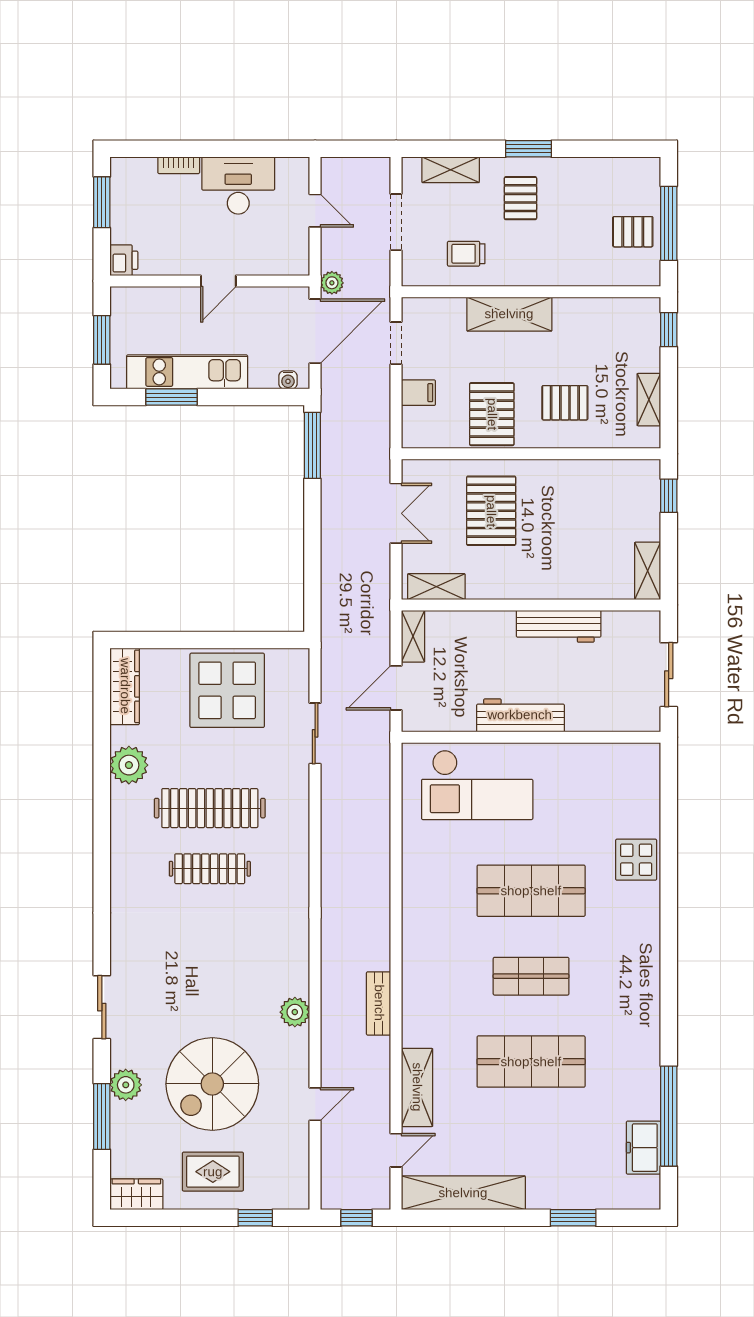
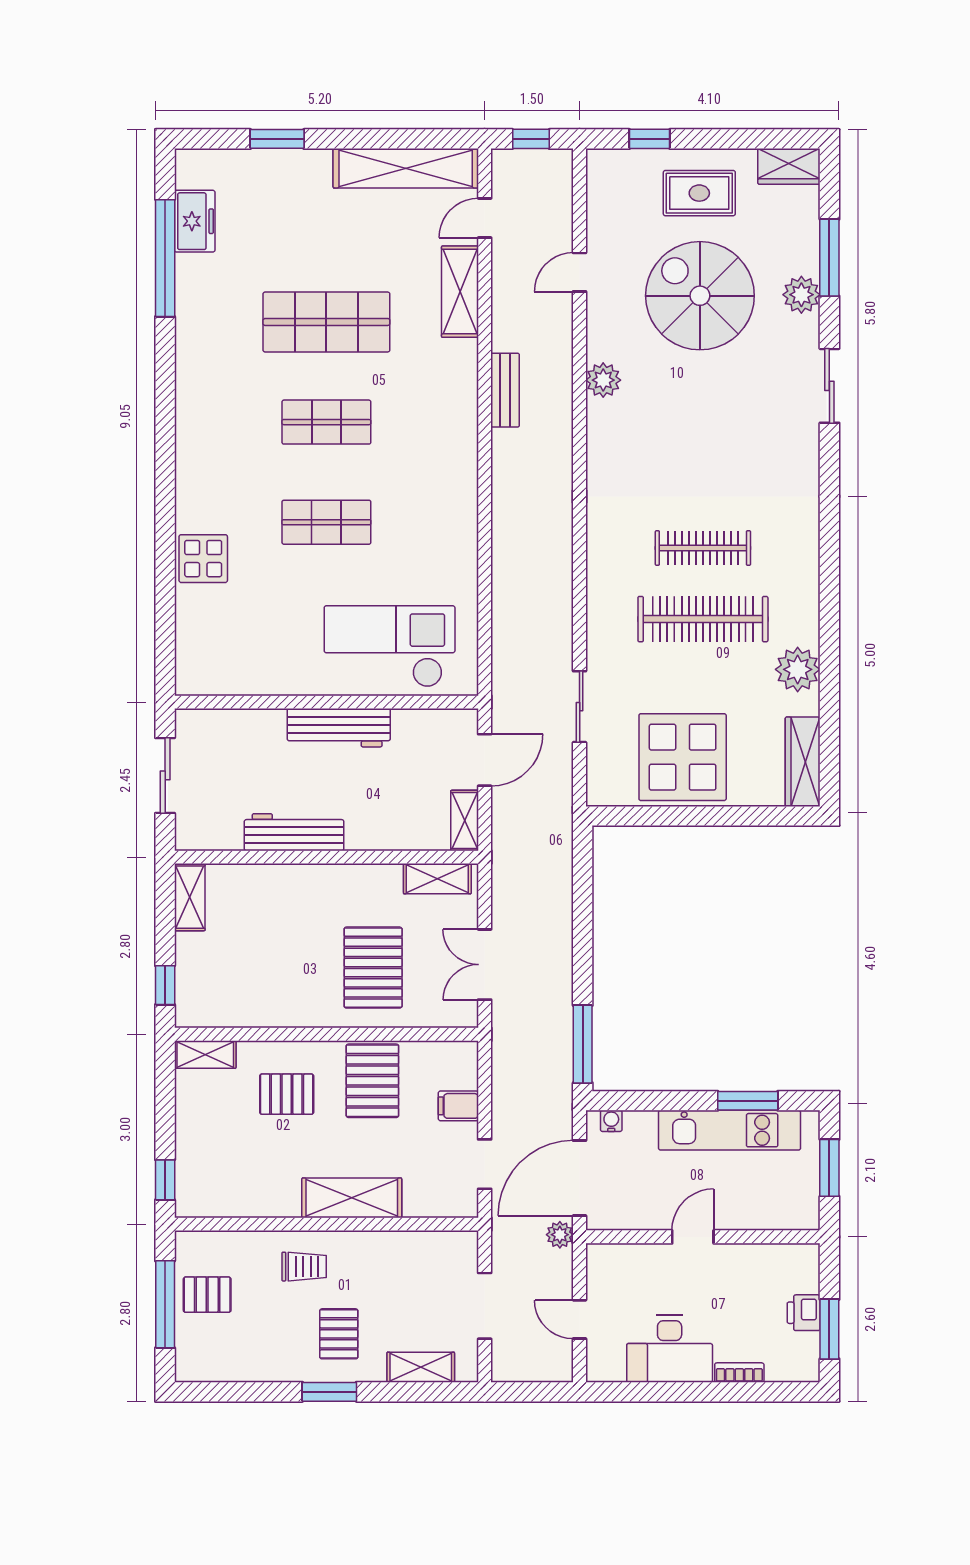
trolley: (466, 254) -> (304, 1267), moved
printer: (124, 260) -> (804, 1313), moved
shelving: (649, 400) -> (205, 1054), moved, turned 90
shop shelf: (531, 891) -> (326, 522), width x0.70, depth x0.74
spiral stairs: (212, 1084) -> (700, 296), turned -90

